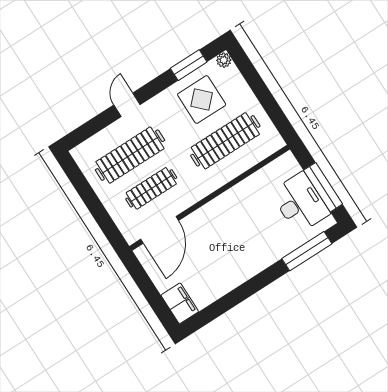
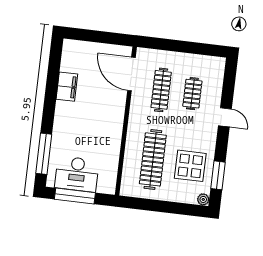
clothes rail: (130, 155) -> (192, 94), width x0.54, depth x0.76
filing cabinet: (180, 303) -> (67, 87), moved, turned -90

